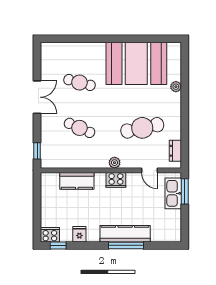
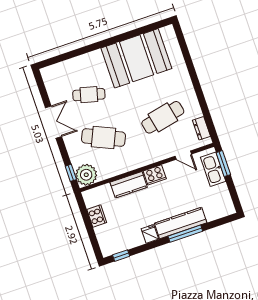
plant: (176, 87) -> (181, 68), removed
cafe table: (79, 128) -> (103, 138), width x1.37, depth x1.35
plant: (115, 163) -> (86, 175), moved, width x1.87, depth x1.87
kitchen counter: (77, 181) -> (129, 185), moved
fridge: (79, 234) -> (150, 234), moved
cooker: (50, 235) -> (97, 216), moved, turned 90

